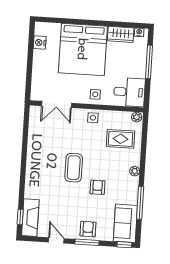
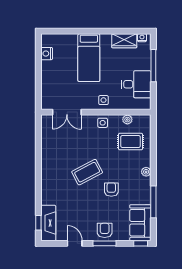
bed: (83, 49) -> (89, 58), width x0.49
desk: (129, 92) -> (136, 84), moved
plant: (137, 117) -> (127, 120), moved
coffee table: (74, 168) -> (87, 172), turned 62

